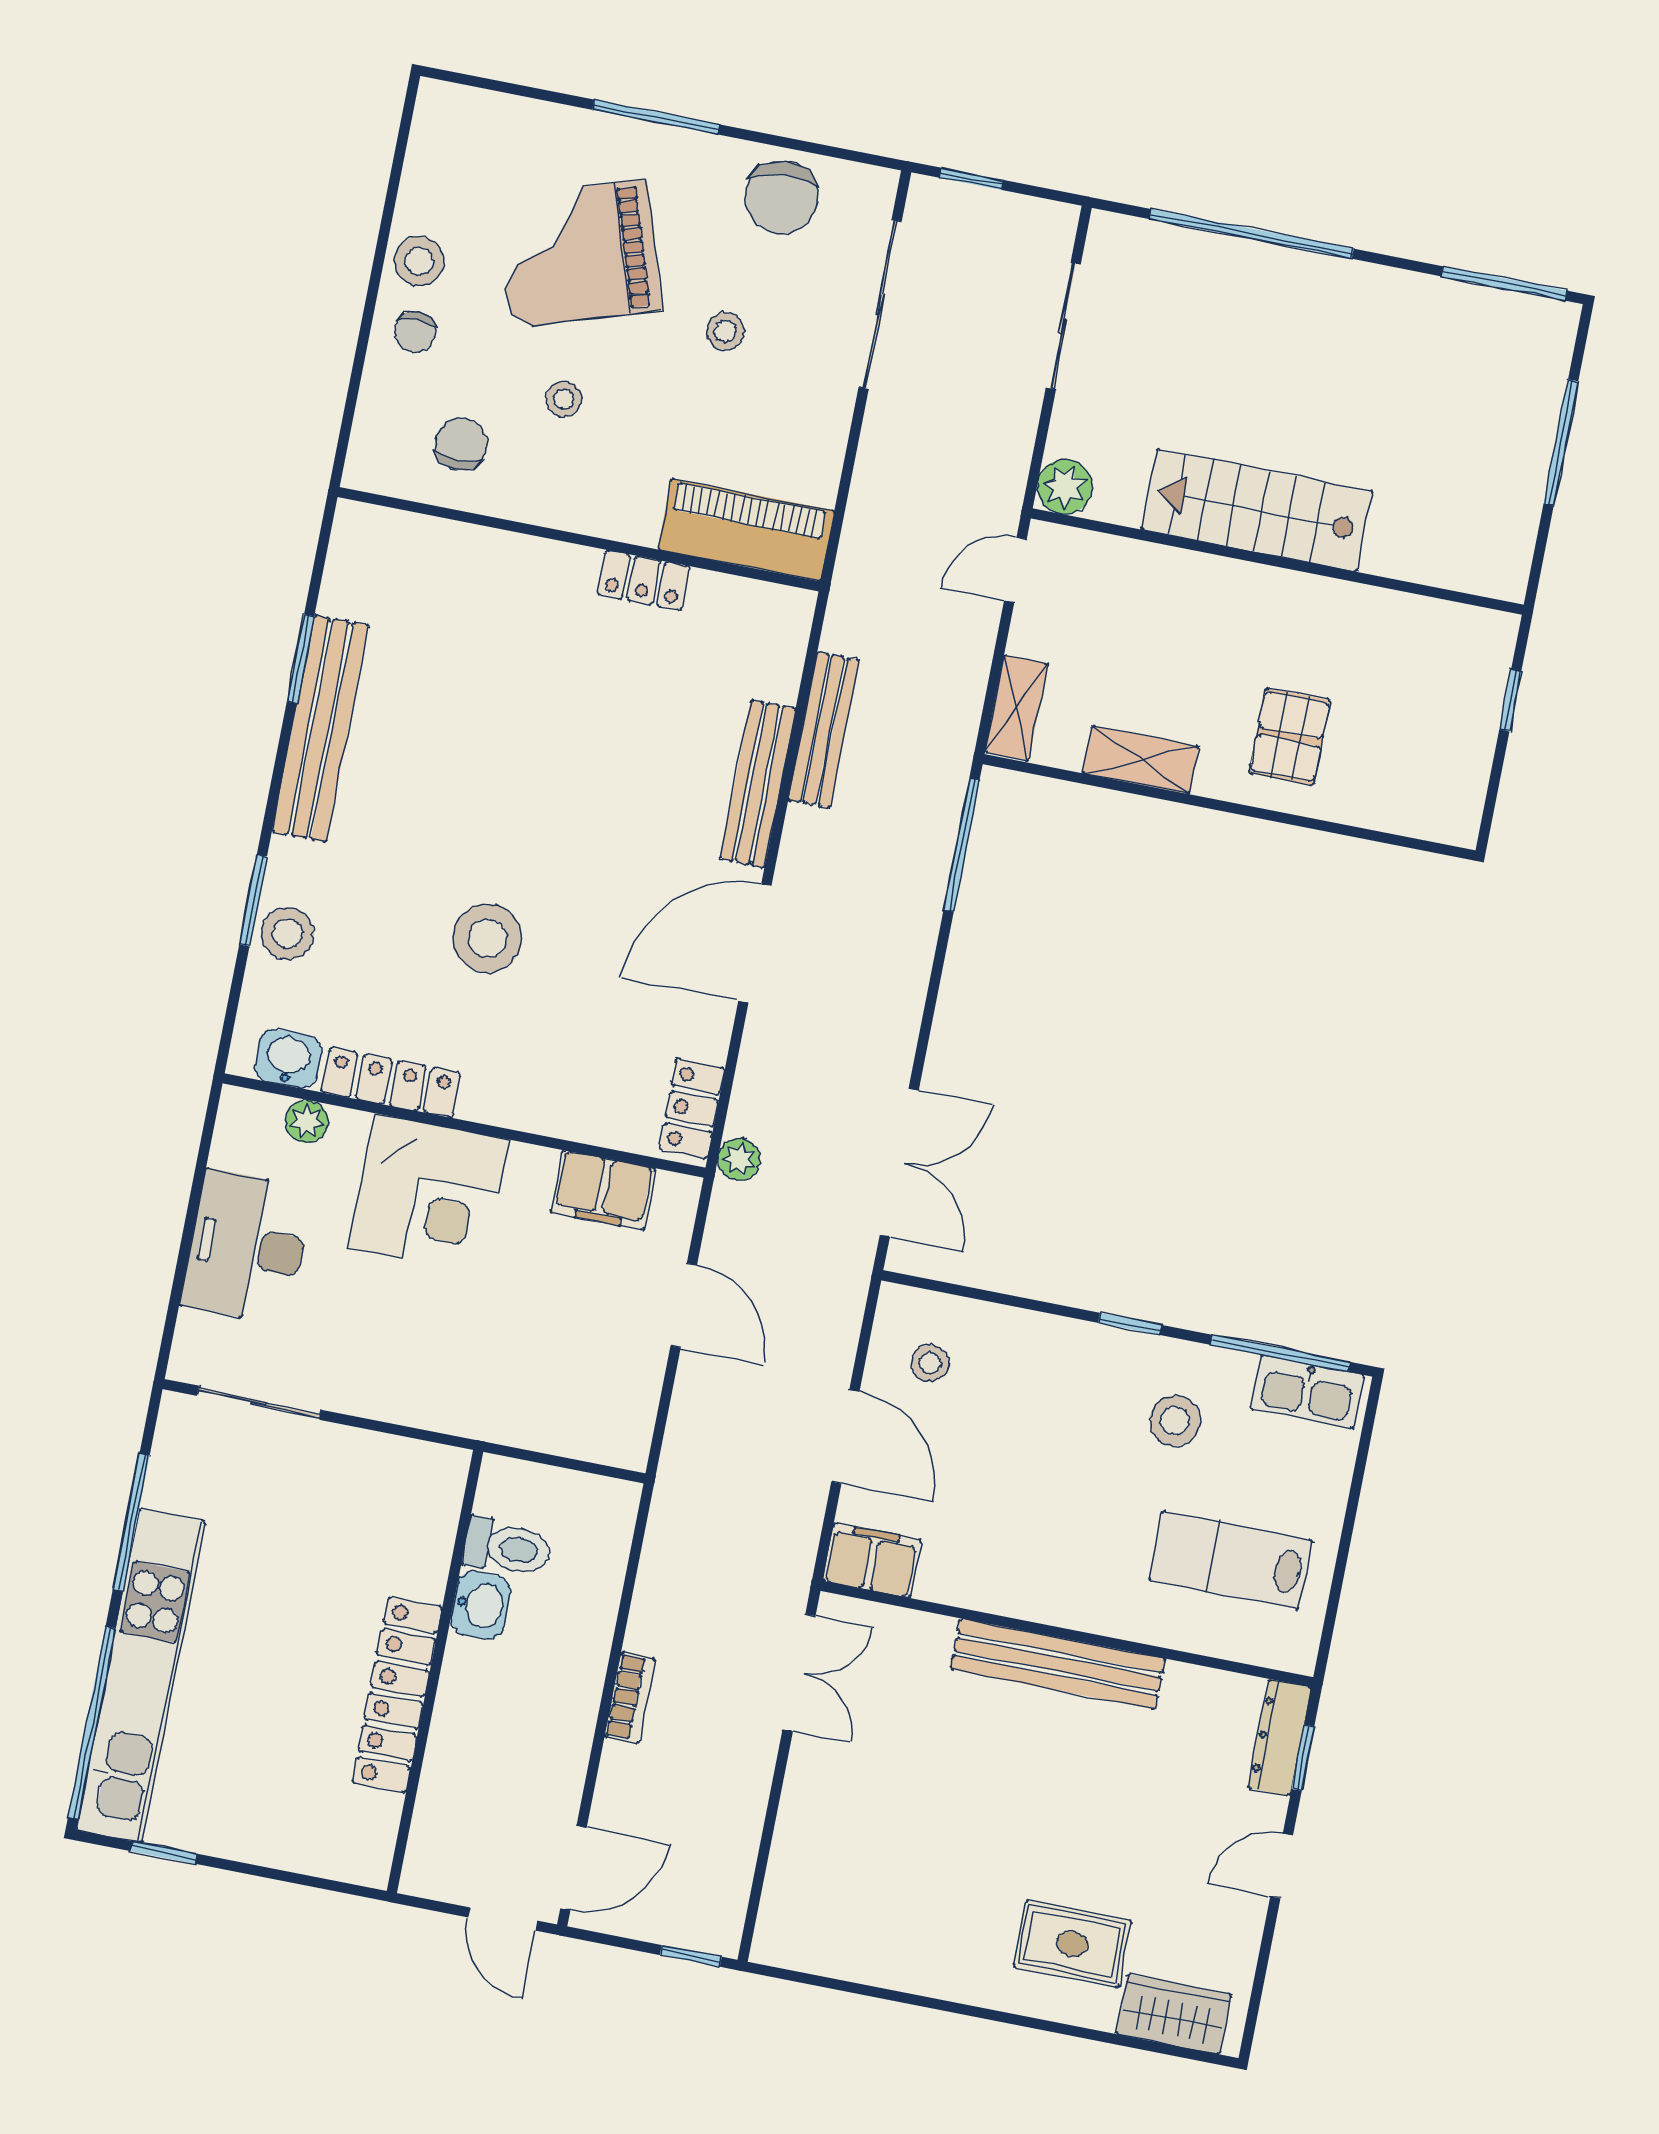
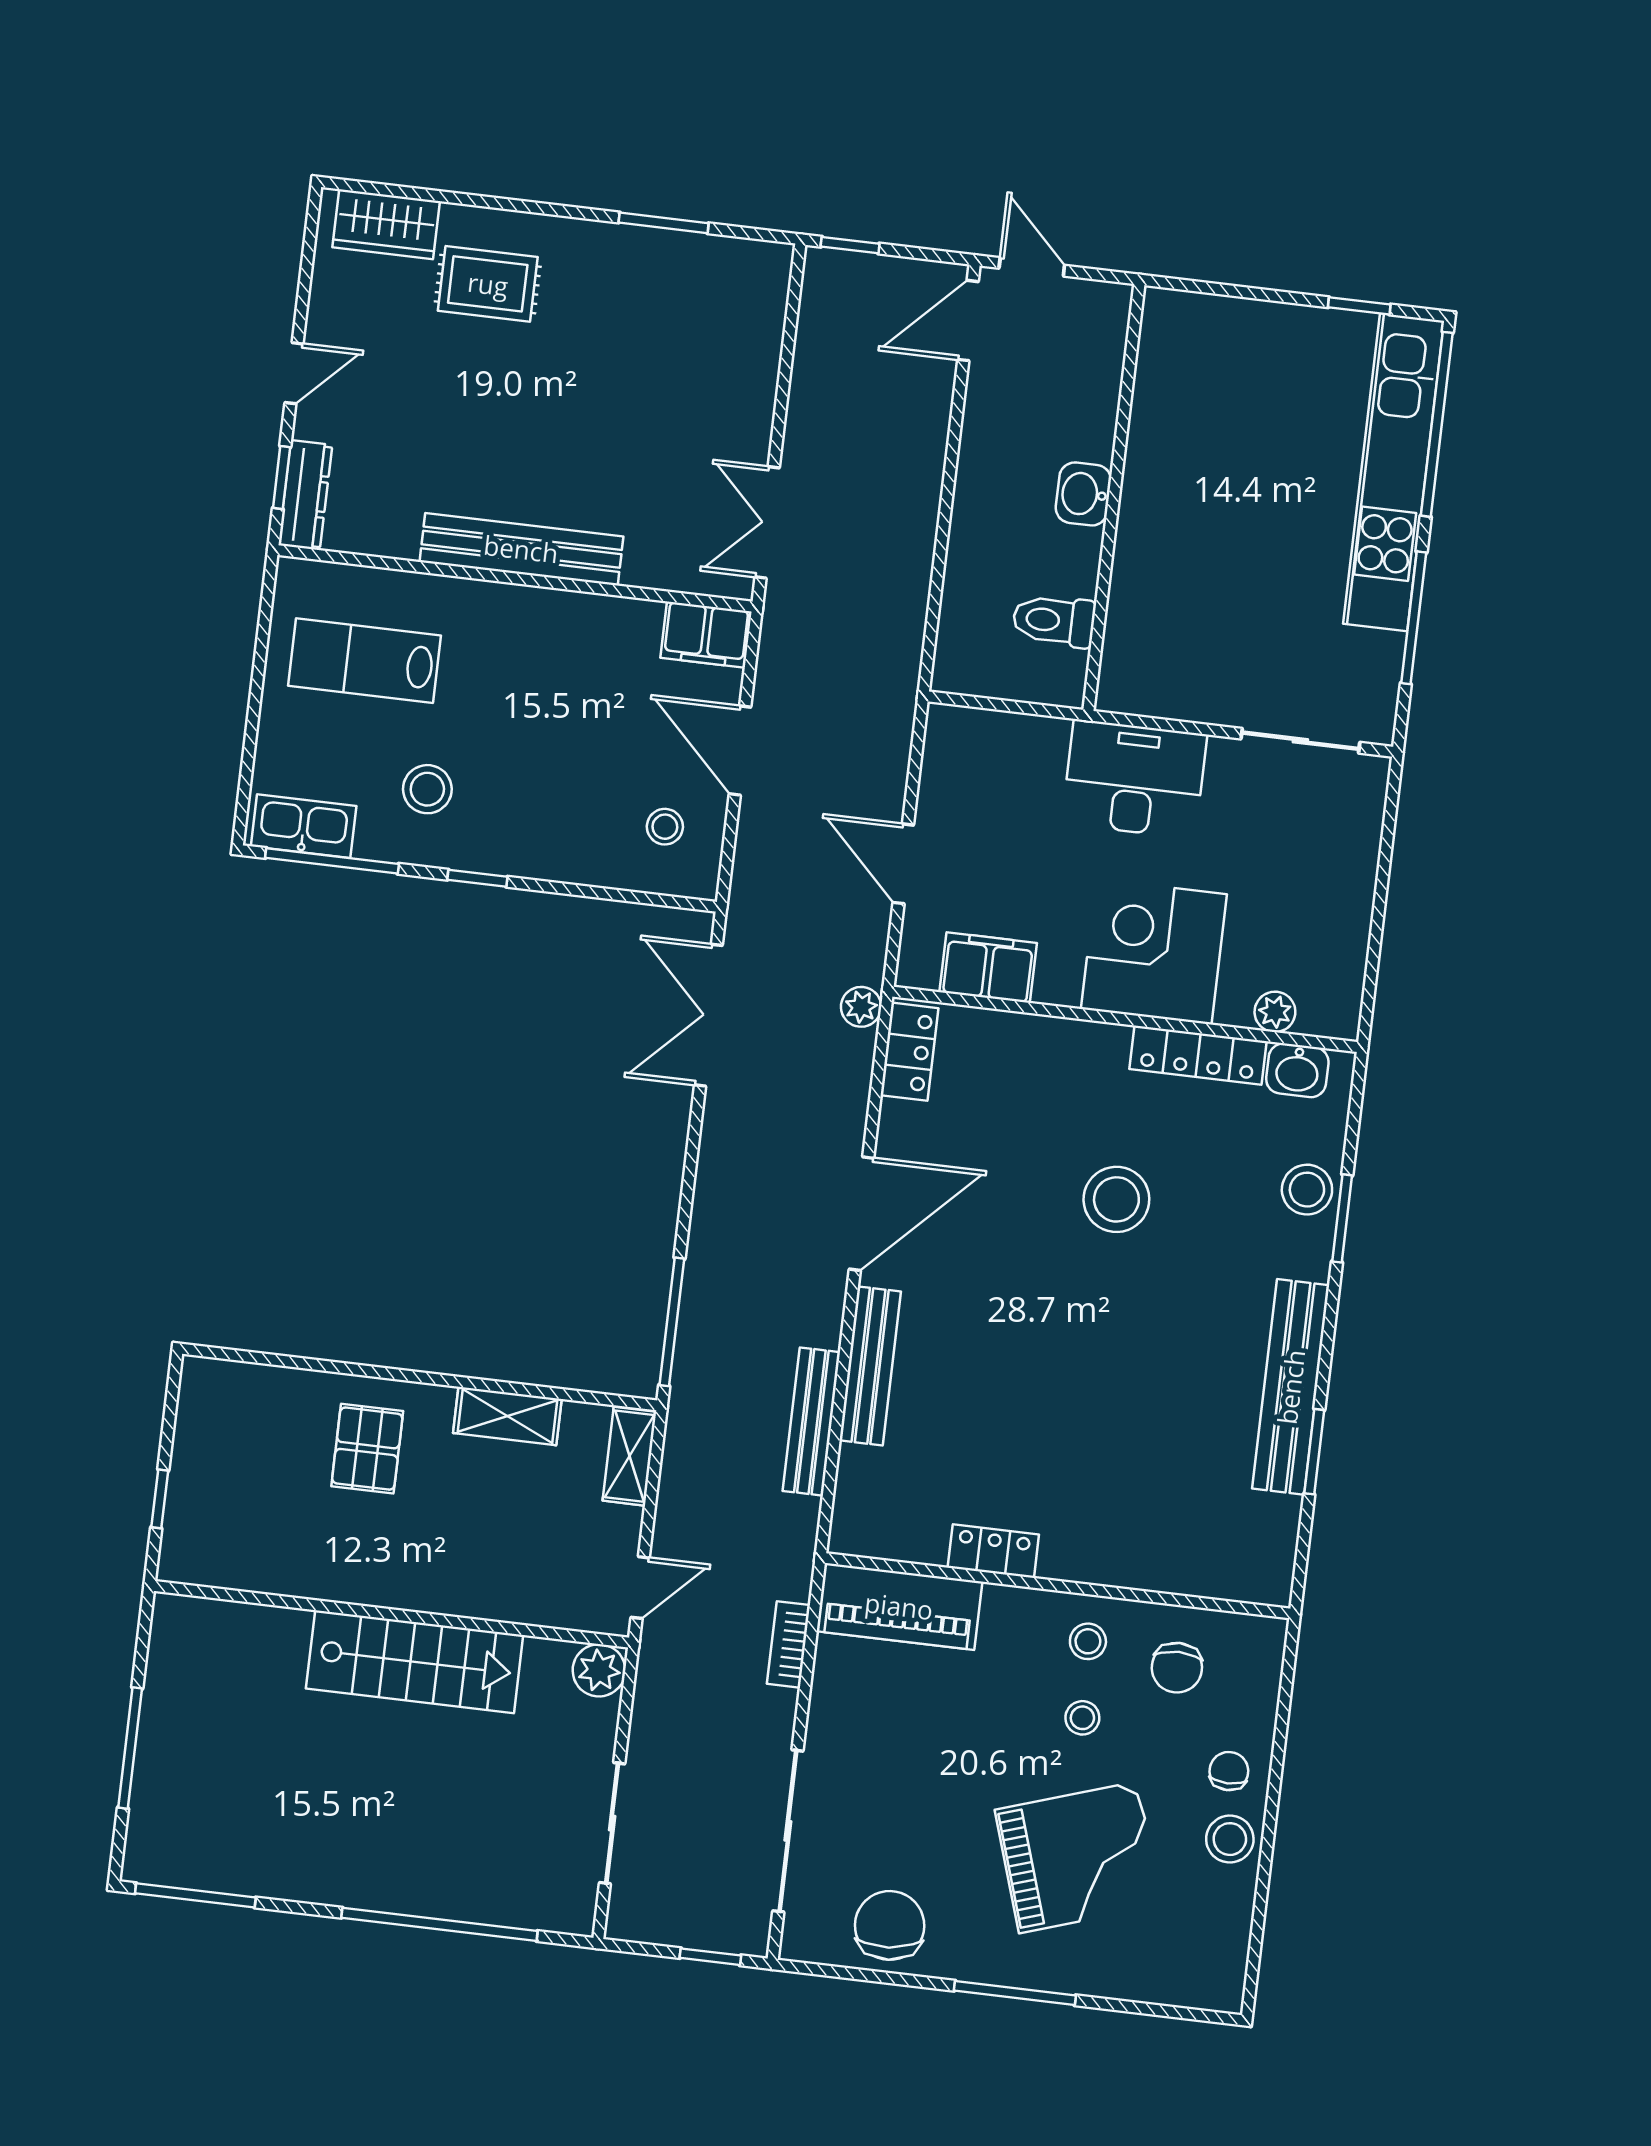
stool: (725, 331) -> (1088, 1641), moved
desk: (247, 1247) -> (1134, 779), moved, turned -90
lab bench: (1231, 1560) -> (365, 661), turned 180
washbasin: (481, 1605) -> (1083, 494), moved
locker: (397, 1695) -> (1148, 473), removed
bookcase: (630, 1698) -> (788, 1644), moved
window: (884, 1994) -> (664, 223), added

